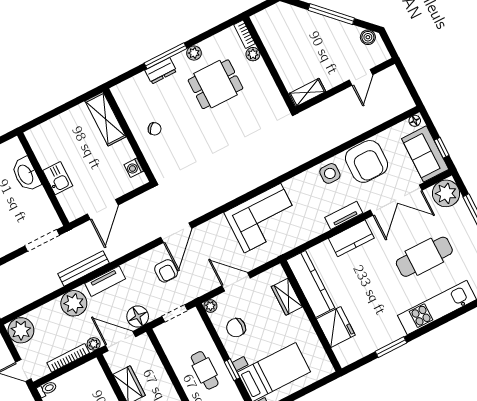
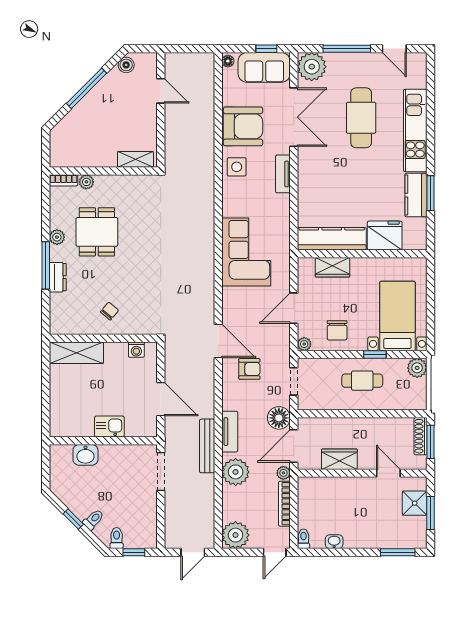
shelving: (307, 92) -> (135, 159), moved, turned 90
washbasin: (26, 174) -> (85, 455), width x0.72
kitchen counter: (351, 238) -> (416, 195), moved, turned 180

